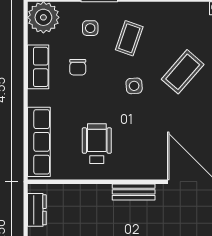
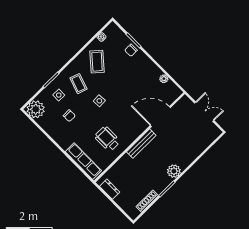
row of seats: (38, 67) -> (53, 131), removed
coffee table: (183, 72) -> (97, 62), moved
bench: (134, 192) -> (141, 144), width x1.36

